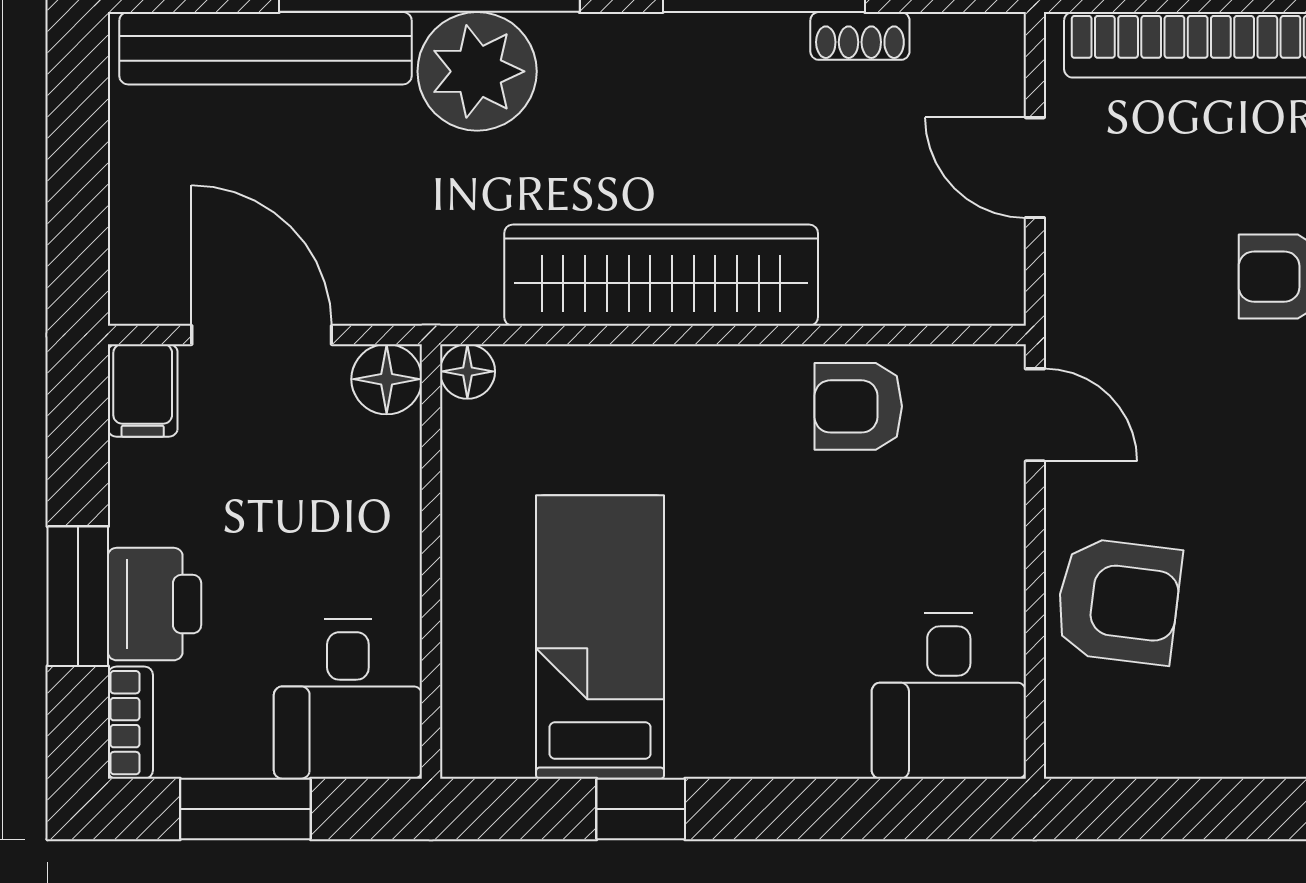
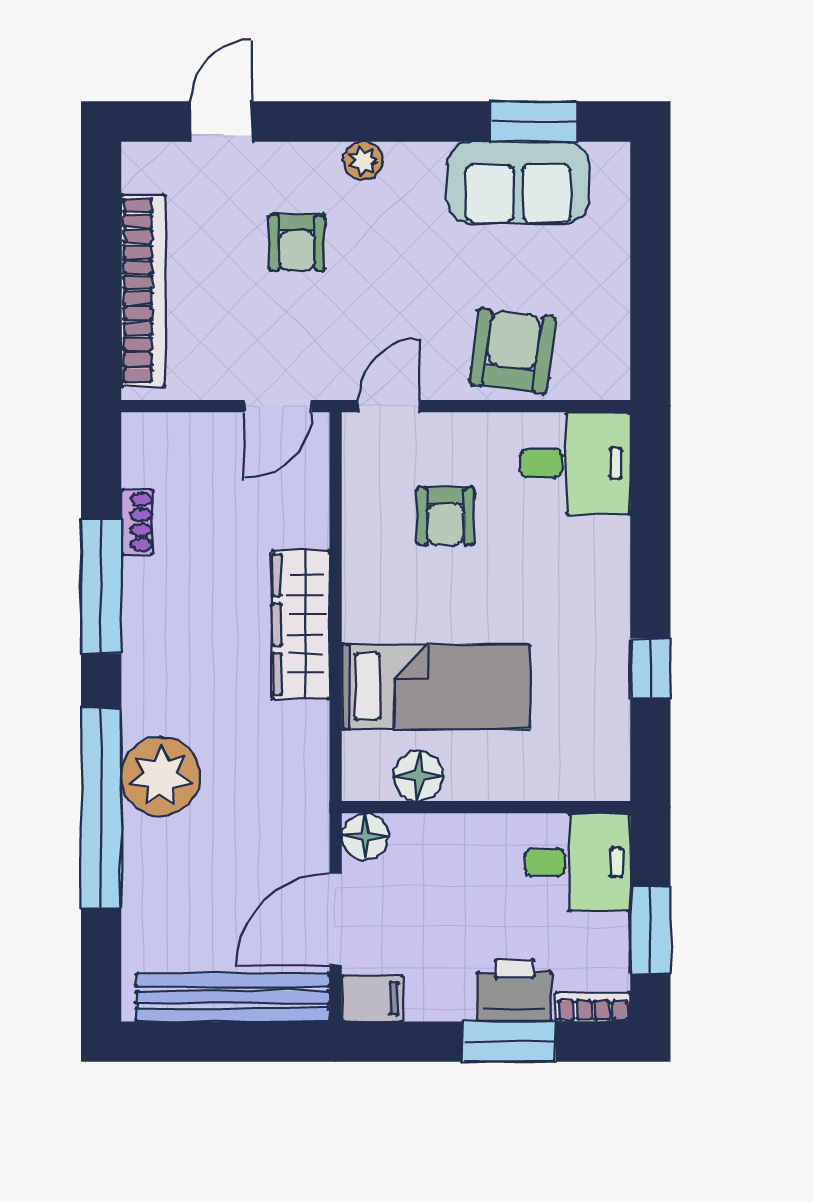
bench: (266, 48) -> (233, 997), moved, turned 90
door: (1035, 168) -> (278, 406), moved
wardrobe: (661, 275) -> (301, 625), width x0.71, depth x0.85
floor lamp: (467, 371) -> (418, 776), moved, width x1.37, depth x1.37
armchair: (858, 406) -> (446, 516), moved
bed: (600, 637) -> (436, 687), moved, turned 180

